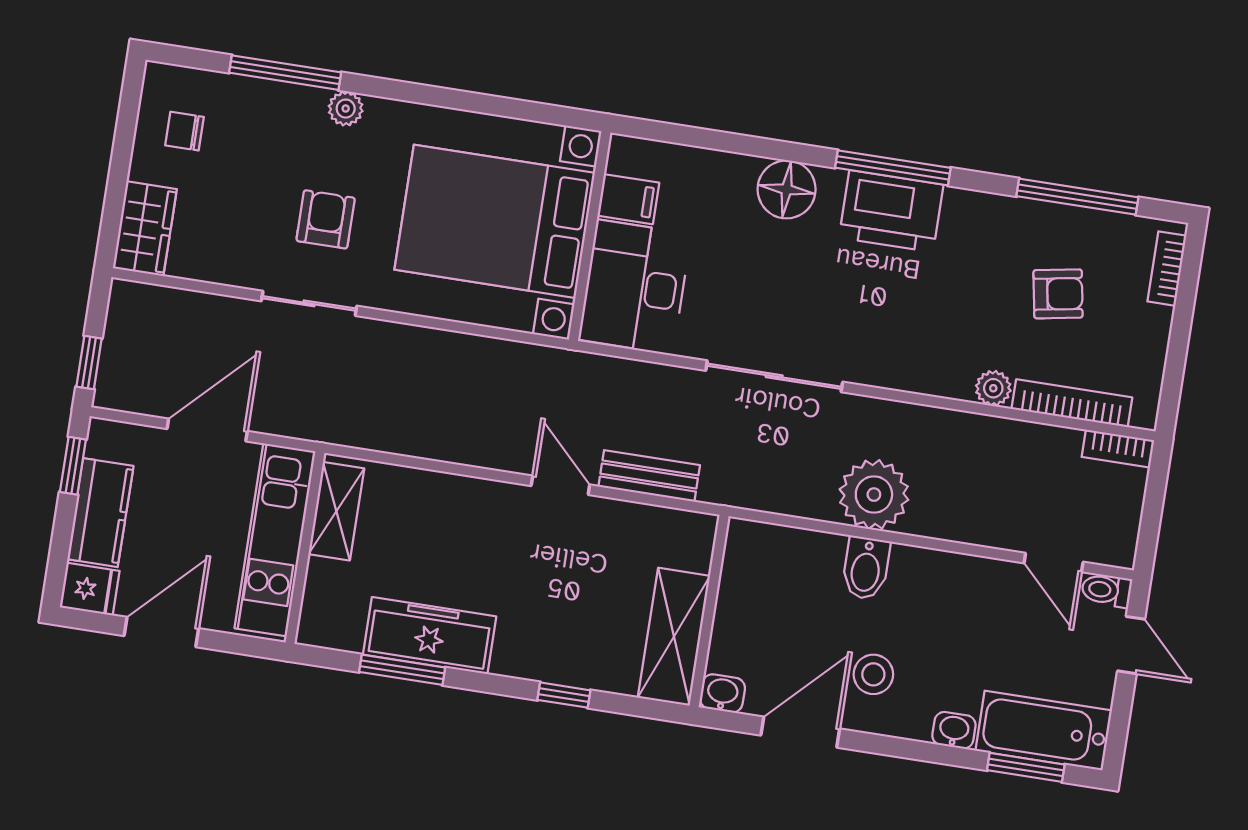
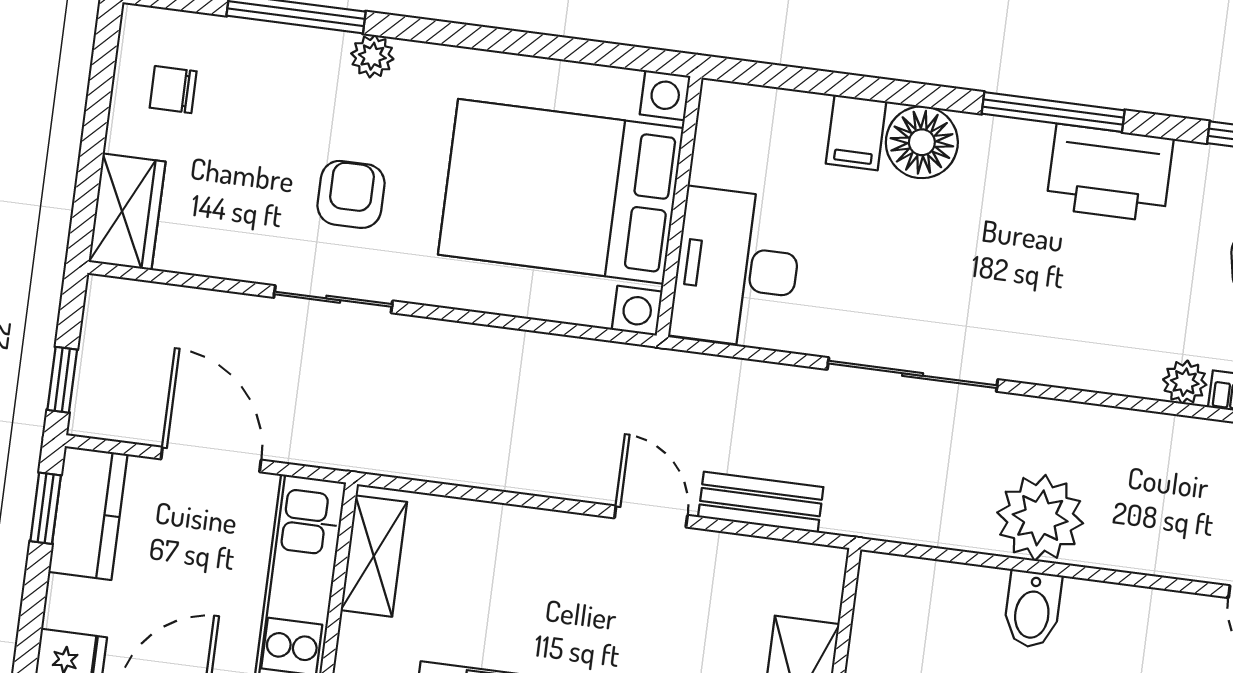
filing cabinet: (628, 199) -> (856, 133), moved, turned 90
printer: (891, 211) -> (1110, 173), moved
door: (207, 430) -> (211, 459), hinge flipped
kitchen counter: (100, 513) -> (88, 513), moved

